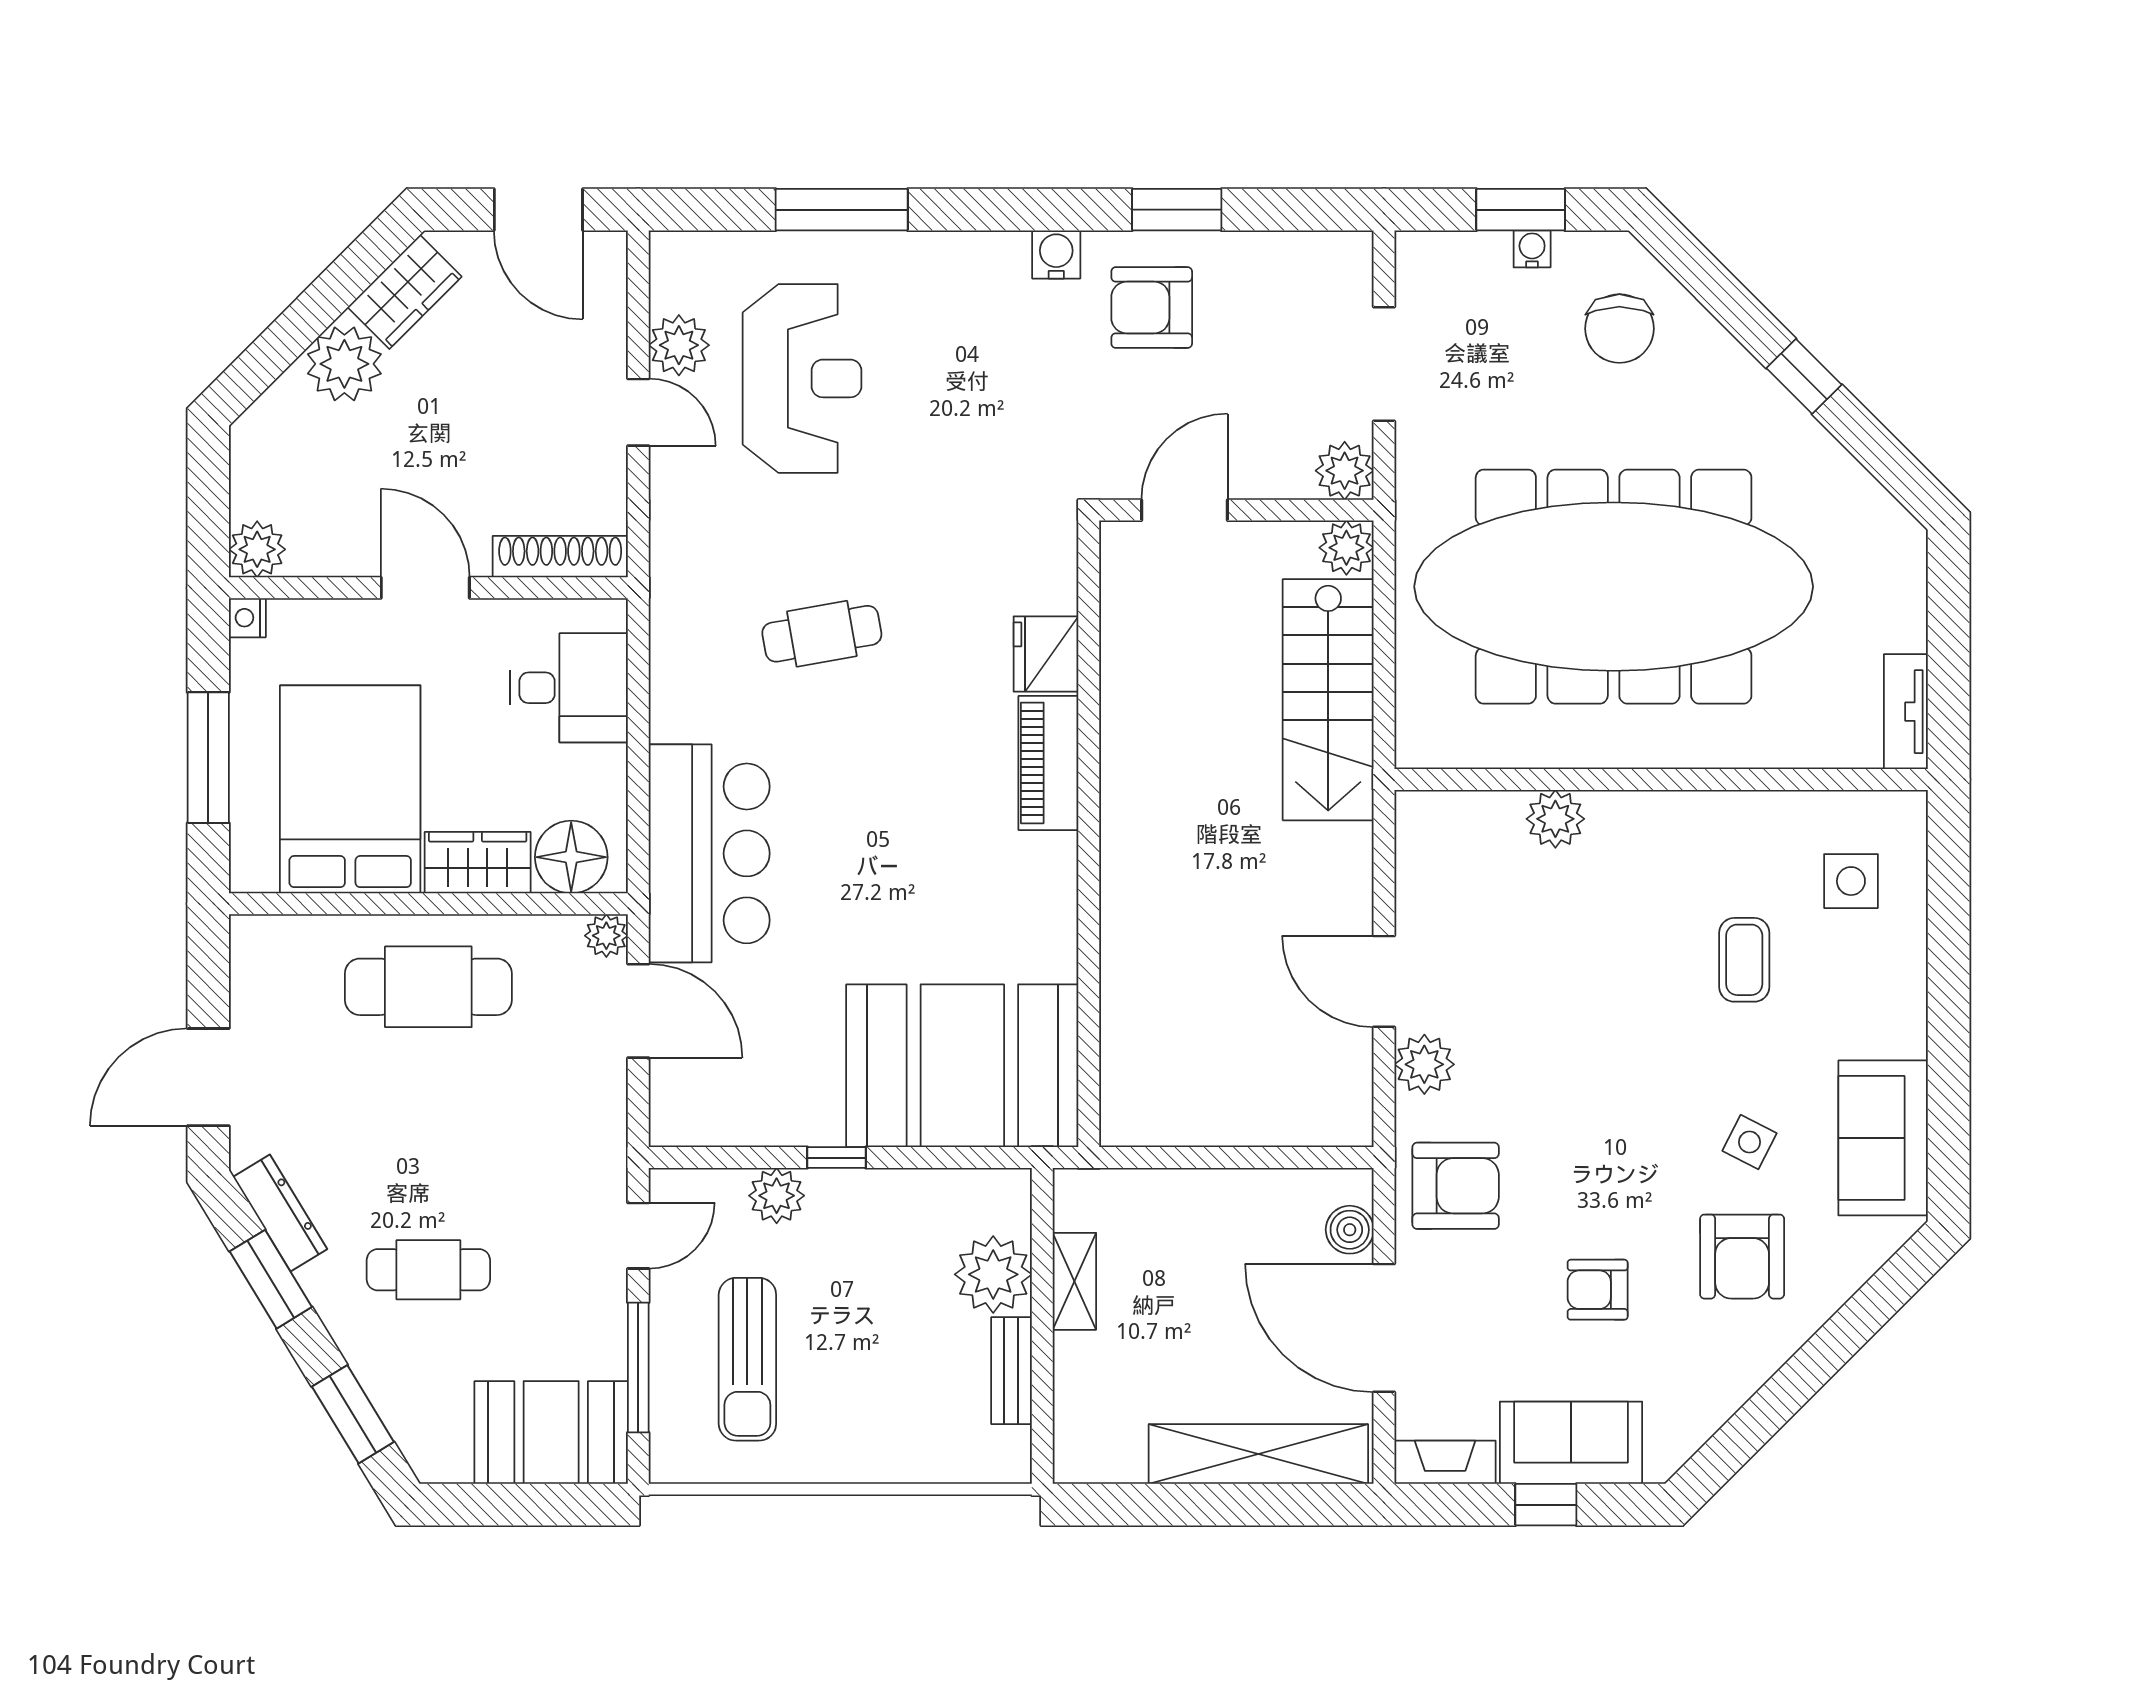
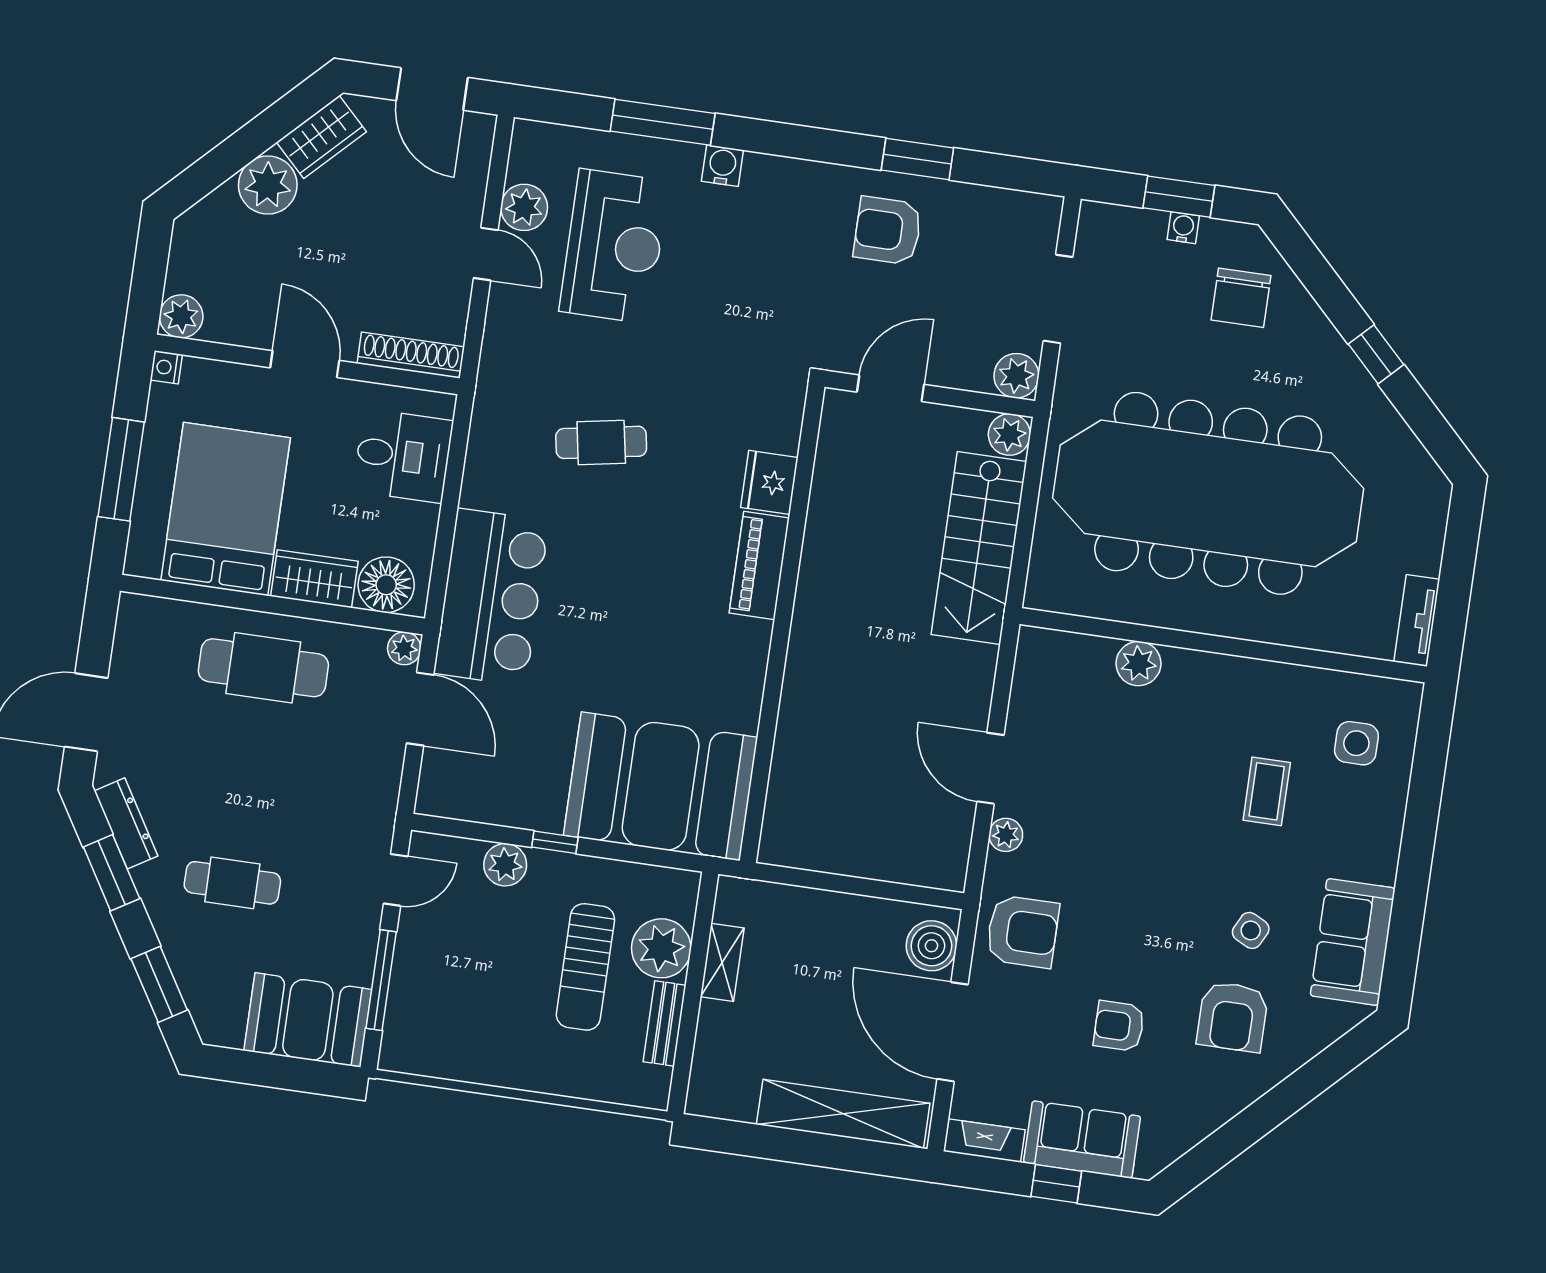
water cooler: (1056, 255) -> (722, 166), moved
plant: (1424, 1064) -> (1006, 835), width x0.73, depth x0.73
boiler: (1350, 1230) -> (931, 946), width x1.36, depth x1.36
sun lounger: (747, 1359) -> (585, 967), moved

